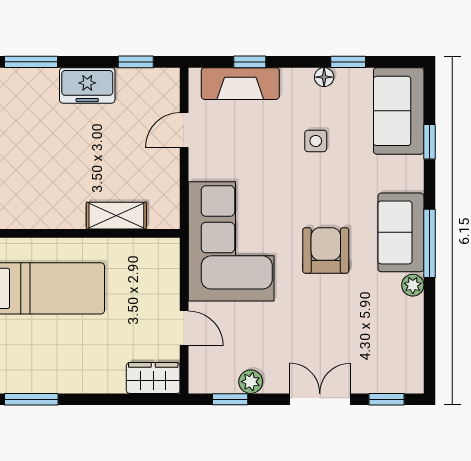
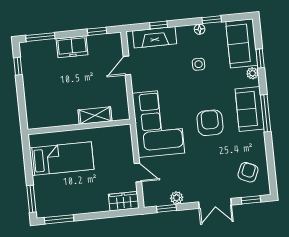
plant: (413, 285) -> (252, 73), moved
armchair: (386, 348) -> (248, 172), added
double door: (320, 399) -> (215, 203), swing flipped

